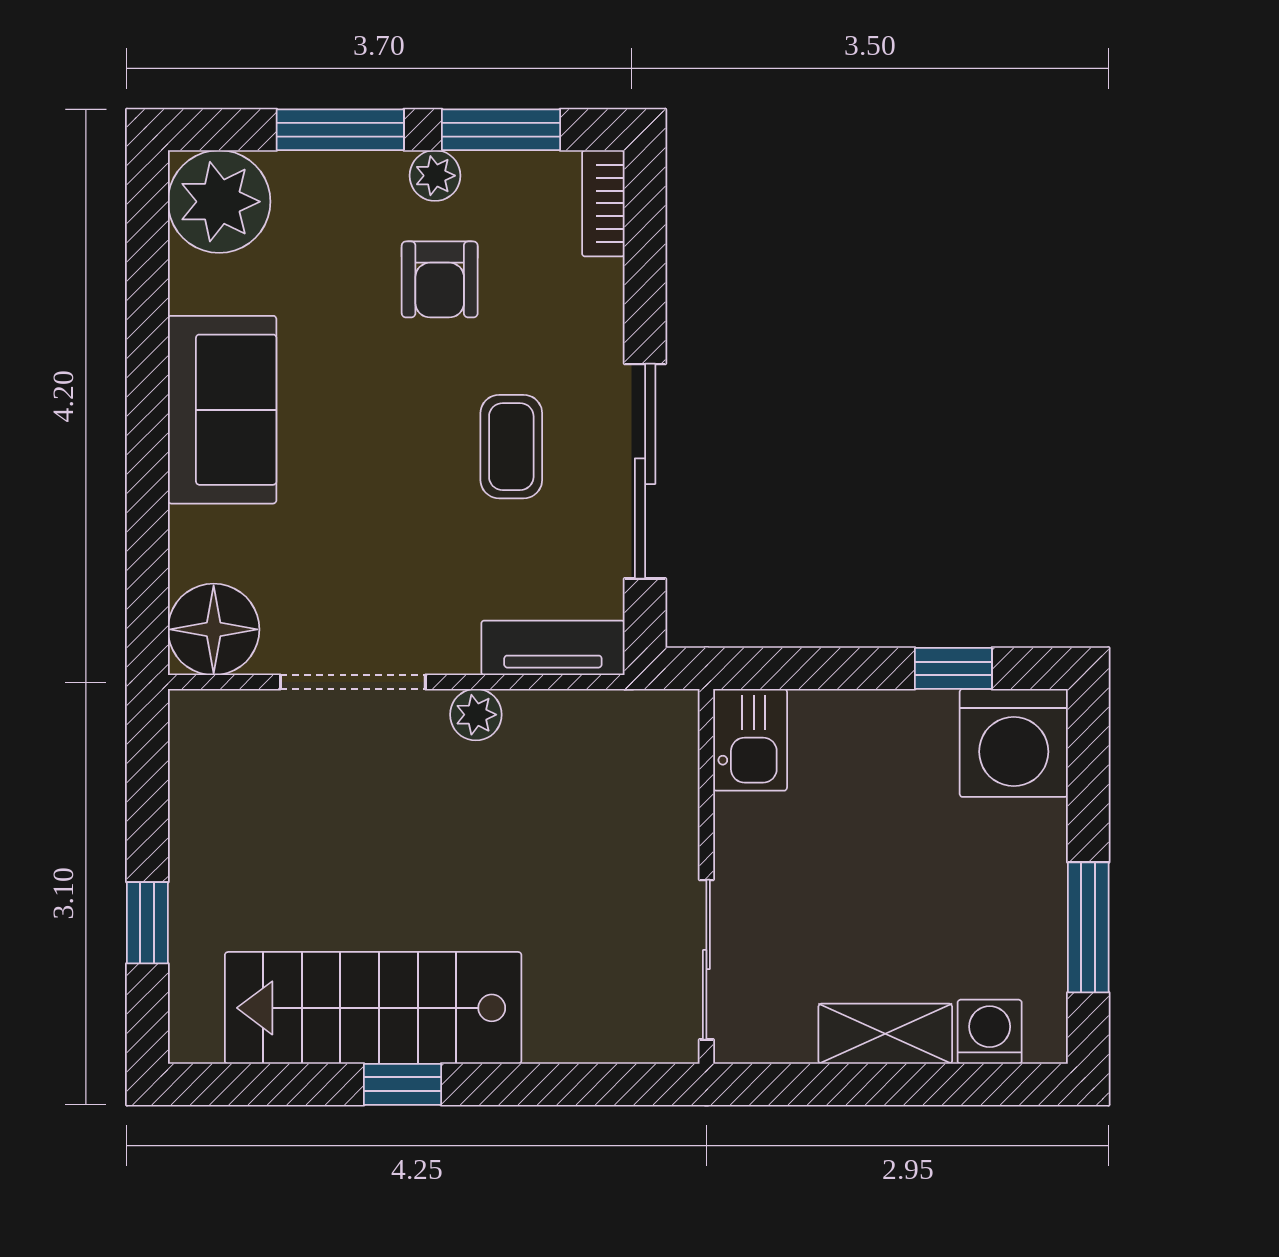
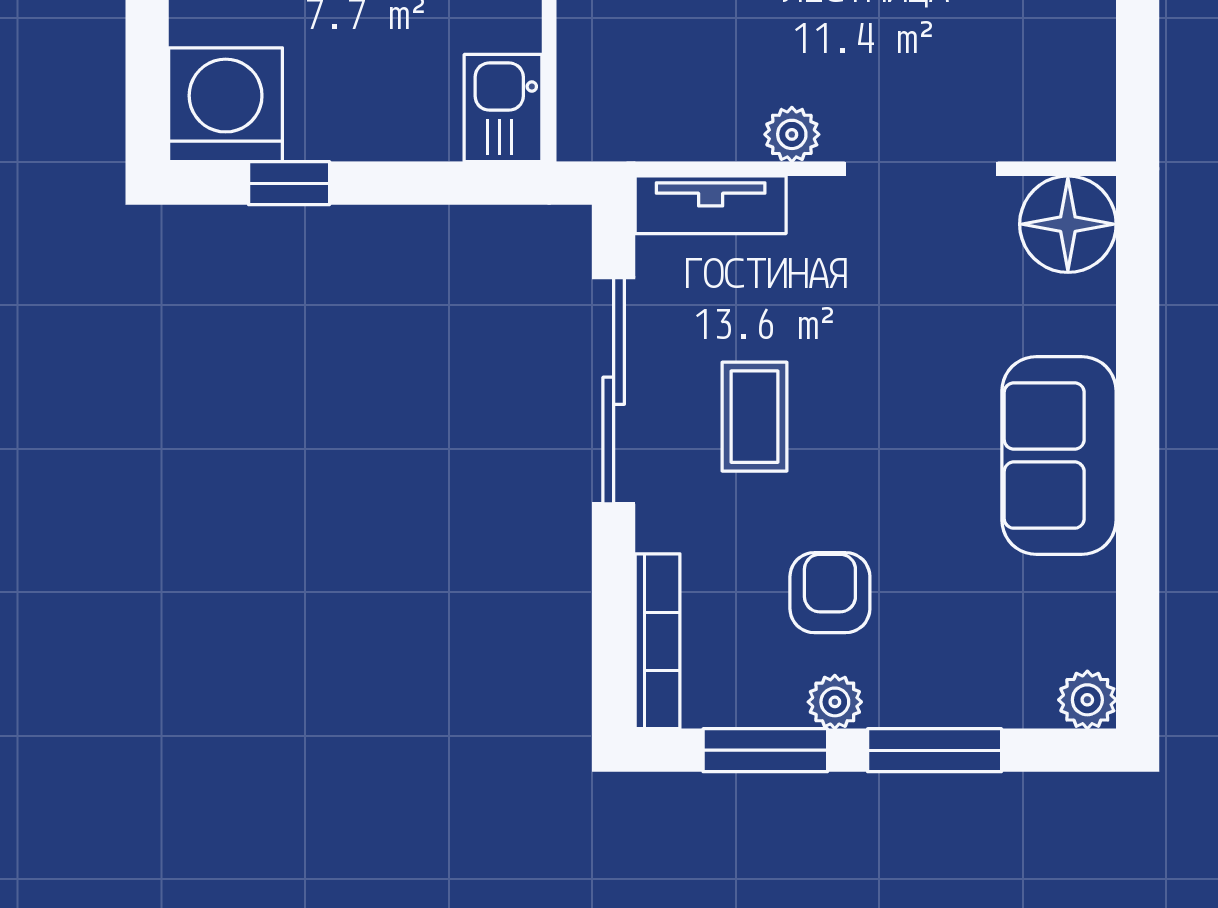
plant: (219, 202) -> (1087, 700), width x0.53, depth x0.53
bookcase: (603, 203) -> (658, 641), width x1.56

